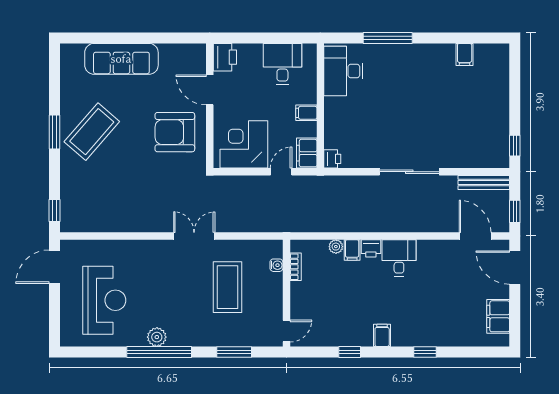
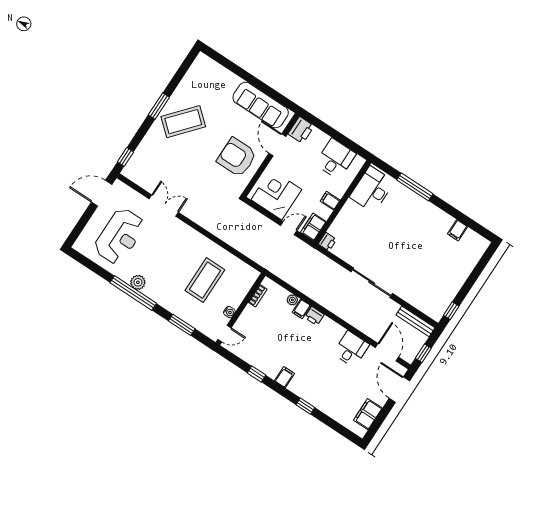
sofa: (121, 59) -> (261, 105), moved
double door: (194, 236) -> (164, 206), moved
desk: (399, 258) -> (351, 349), moved
water cooler: (276, 265) -> (229, 312), moved

